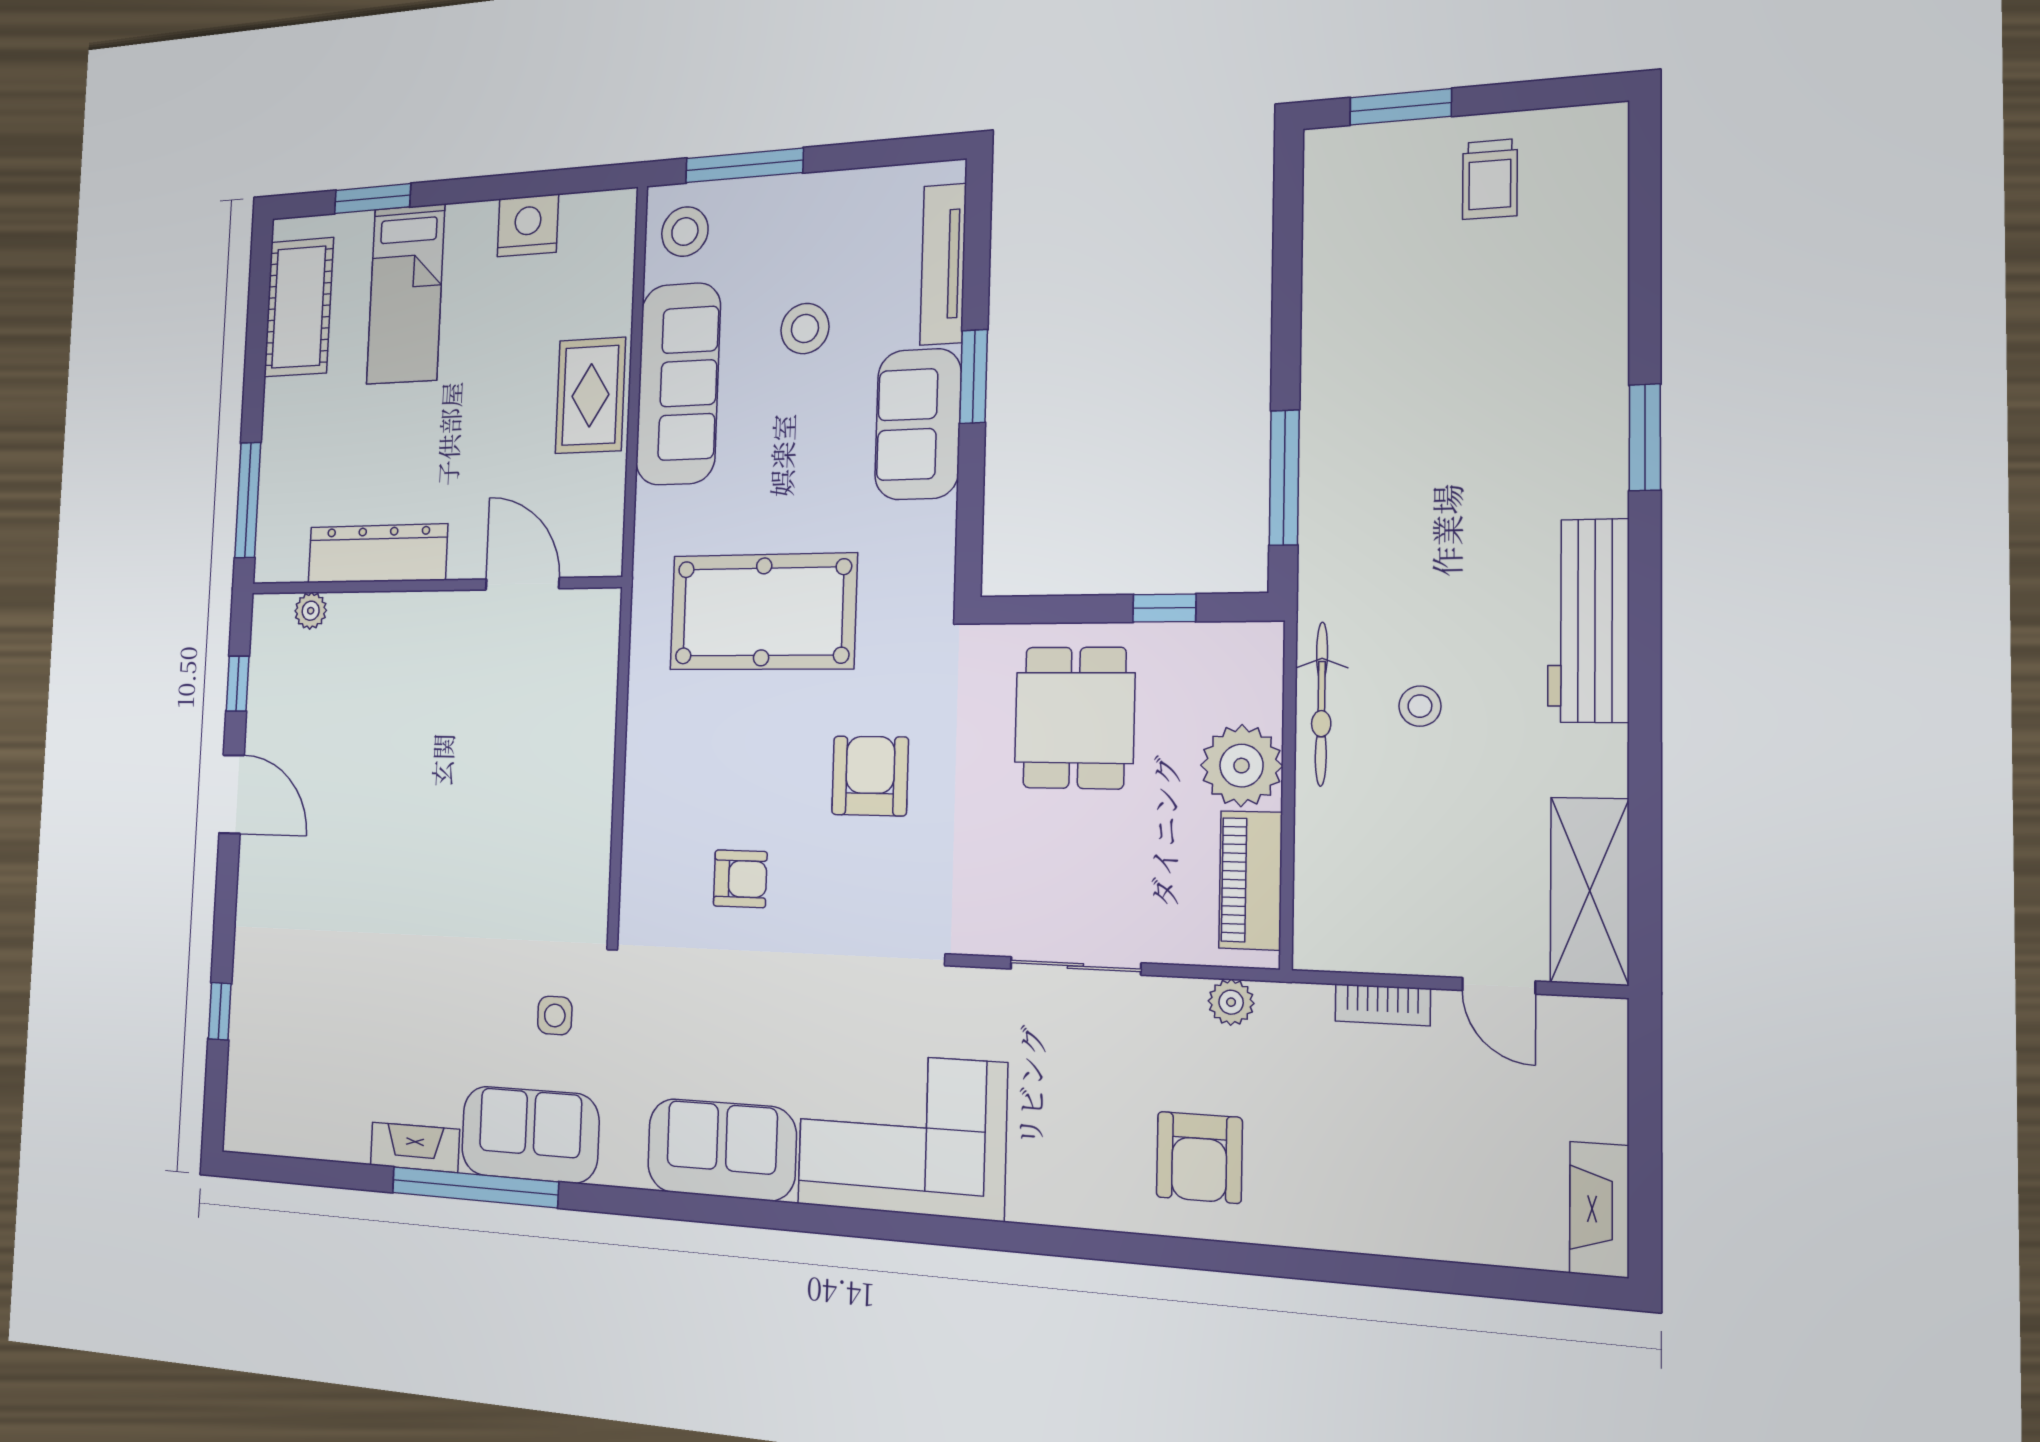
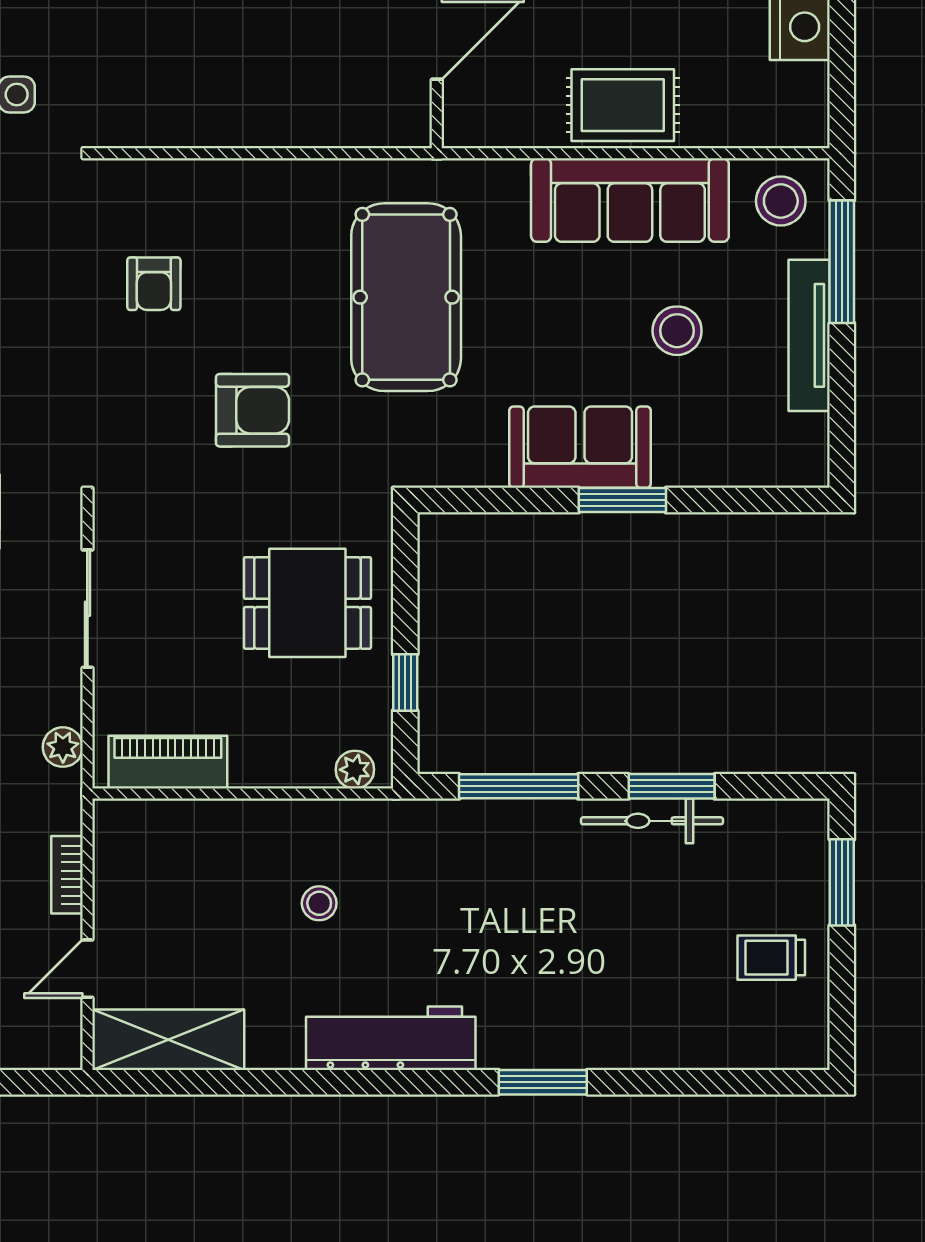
tv unit: (943, 264) -> (809, 335), moved, turned -90
window: (1287, 306) -> (672, 786), added
bicycle: (1321, 704) -> (652, 821), moved
plant: (1241, 766) -> (355, 770), moved, width x0.53, depth x0.53

